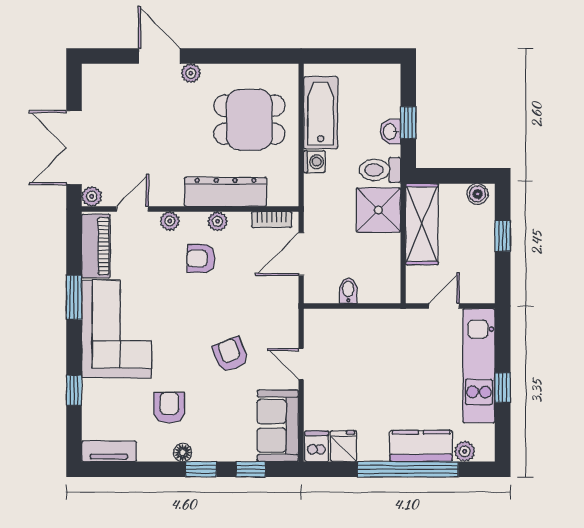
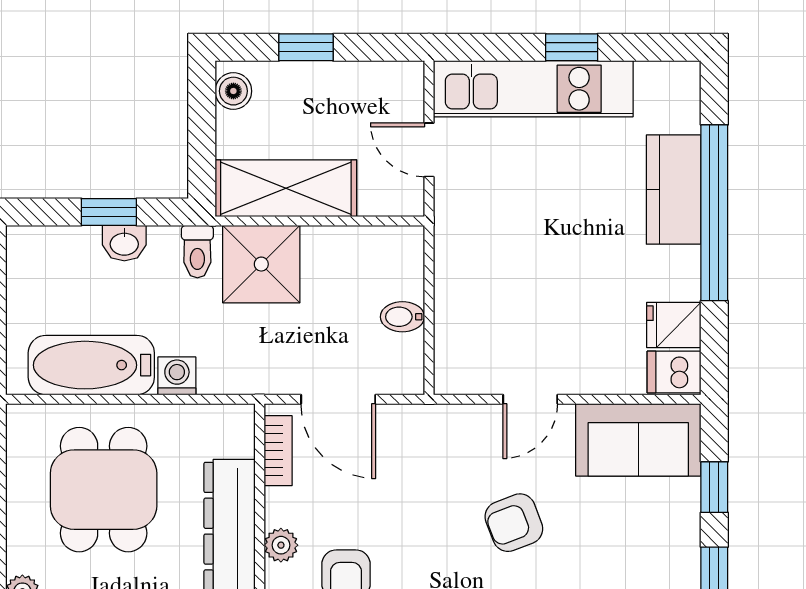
toilet: (380, 170) -> (197, 252), width x0.73, depth x0.72
plant: (465, 451) -> (683, 113), removed

